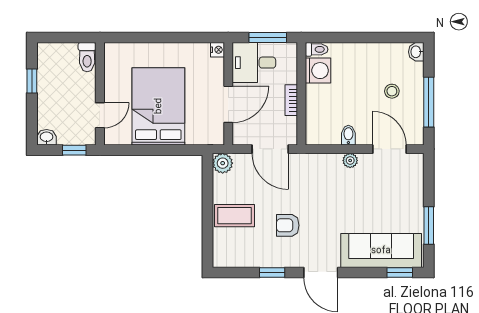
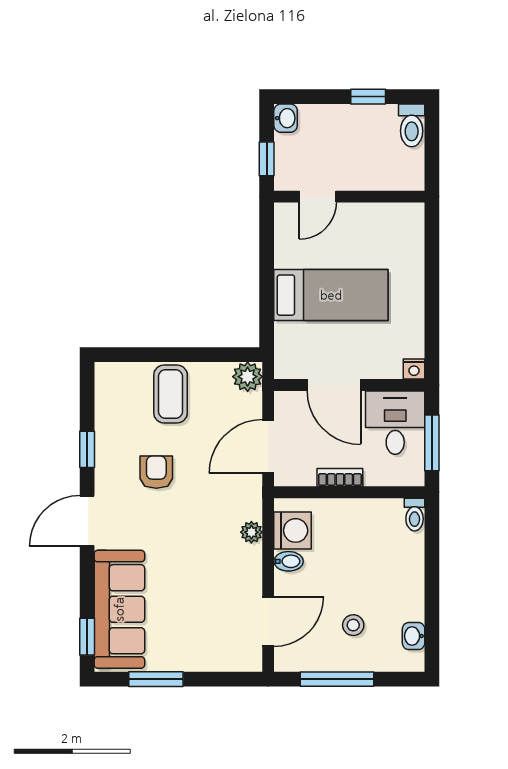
washbasin: (416, 52) -> (414, 636), moved, turned -90
toilet: (87, 57) -> (412, 125), moved, turned -90
washing machine: (318, 71) -> (293, 530), moved, turned -90
bed: (158, 106) -> (331, 295), width x0.67
door: (100, 115) -> (318, 197), hinge flipped
plant: (350, 160) -> (251, 532), moved

